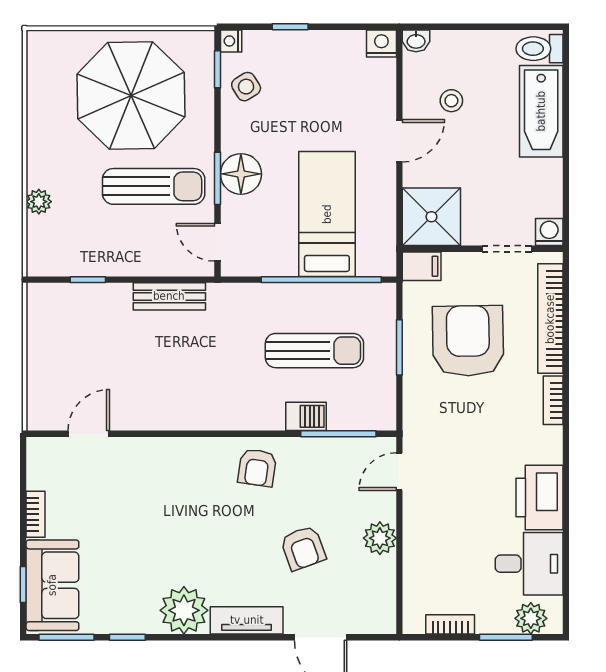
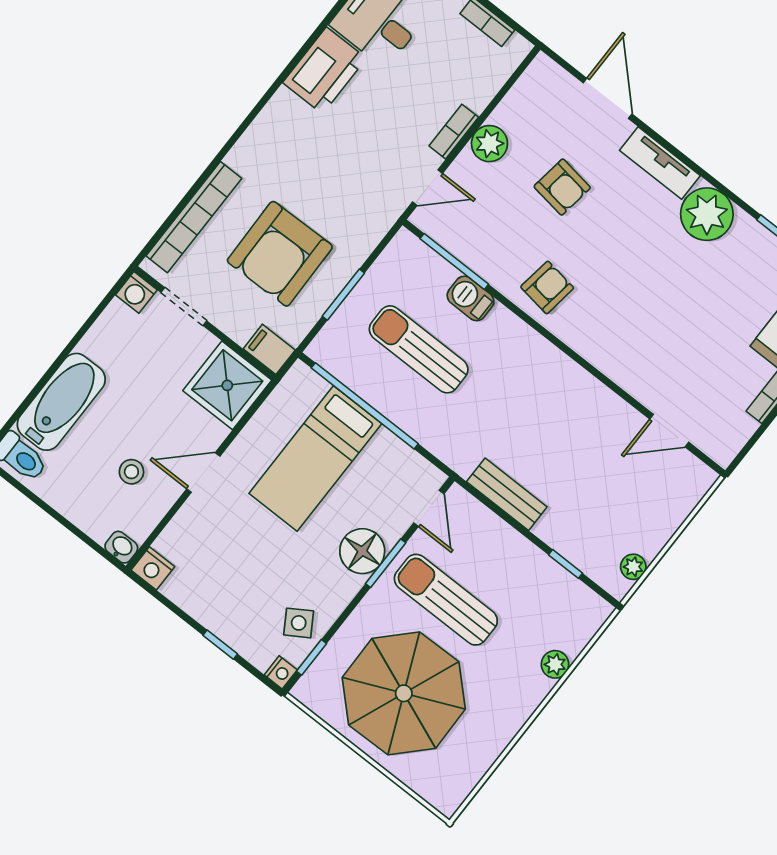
plant: (38, 316) -> (633, 567), added
bookcase: (553, 400) -> (454, 132), moved, turned 180
armchair: (303, 548) -> (562, 187), turned 118

